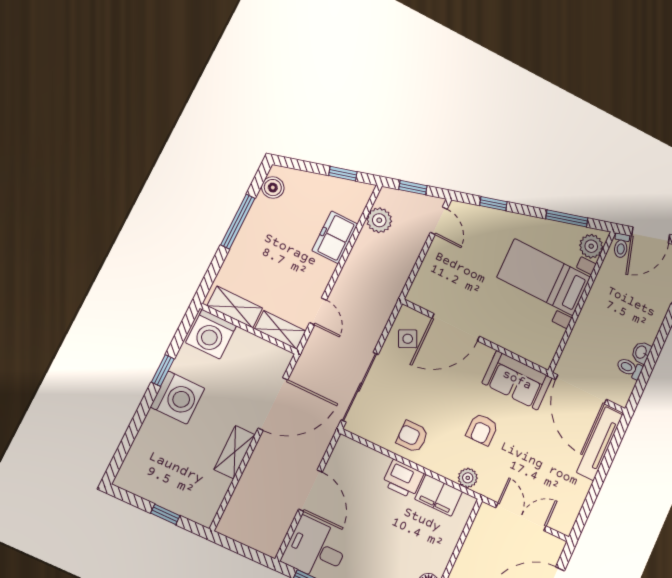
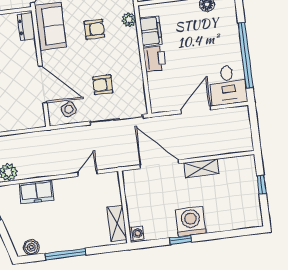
shelving: (280, 330) -> (113, 188), removed
washing machine: (211, 334) -> (136, 233), width x0.53, depth x0.53
dresser: (534, 352) -> (26, 27), added
armchair: (412, 437) -> (103, 85), moved, turned 90

